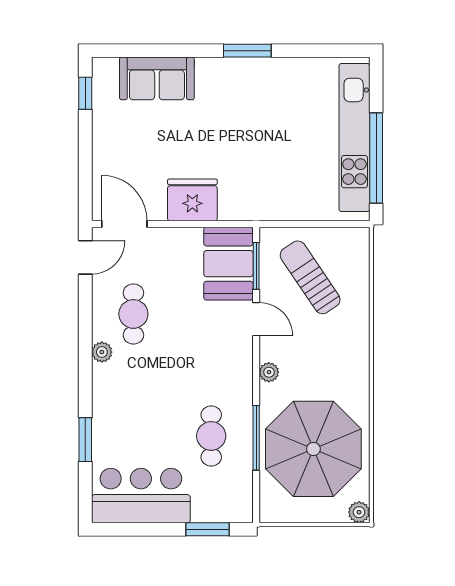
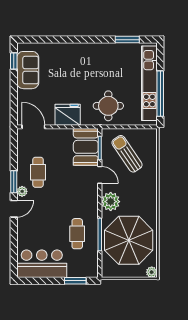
window: (247, 51) -> (127, 40), moved
sofa: (157, 78) -> (28, 70), moved, turned -90
round table: (273, 182) -> (108, 106), added
door: (85, 257) -> (14, 209), moved
plant: (269, 372) -> (111, 202), width x1.88, depth x1.88
window: (85, 440) -> (14, 182), moved

